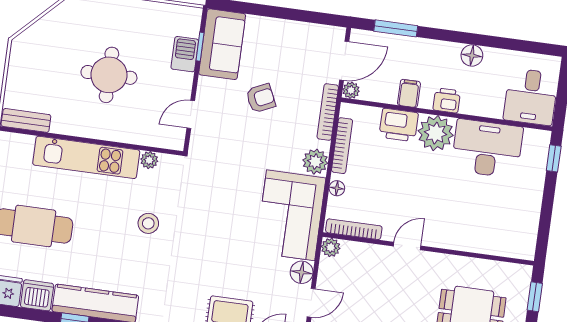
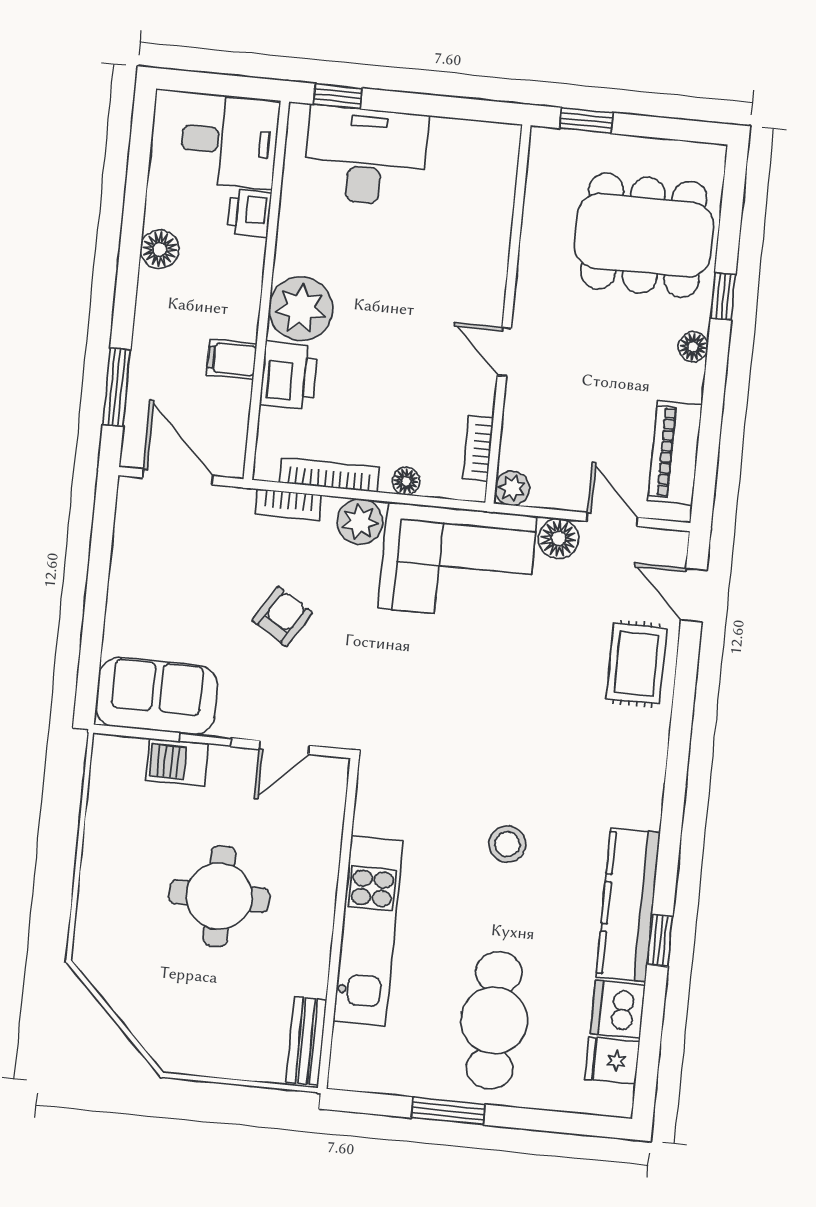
window: (200, 47) -> (205, 740), moved
plant: (351, 90) -> (230, 463), removed
armchair: (261, 98) -> (282, 616), moved, turned 57
printer: (447, 100) -> (249, 213), moved
bookcase: (328, 112) -> (288, 505), width x0.64
door: (191, 114) -> (284, 747), hinge flipped
desk: (487, 149) -> (366, 156), moved, turned 90
plant: (149, 160) -> (369, 818), removed
stool: (148, 223) -> (507, 844), moved
bookcase: (354, 229) -> (478, 448), width x0.64

